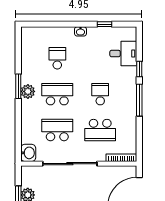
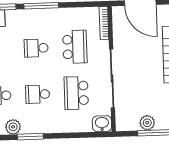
plant: (28, 91) -> (13, 127), moved
school desk: (57, 94) -> (38, 94), width x0.54

